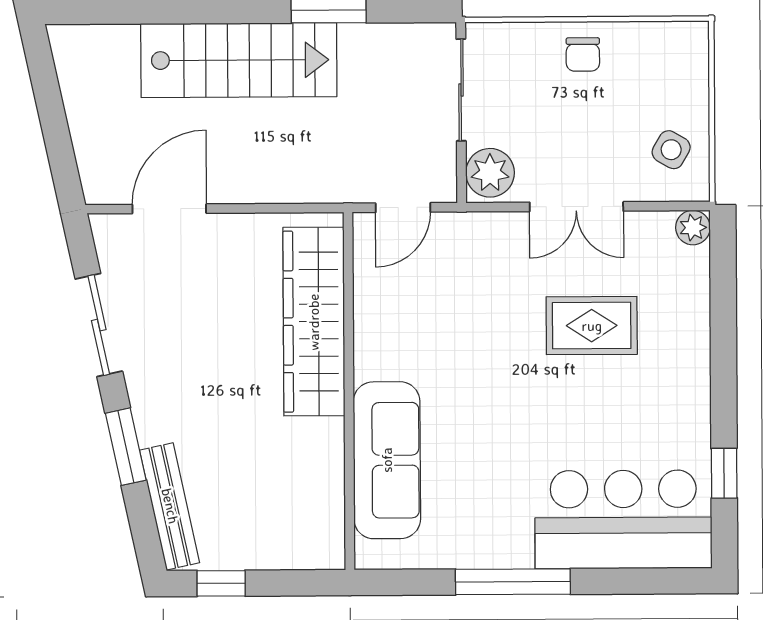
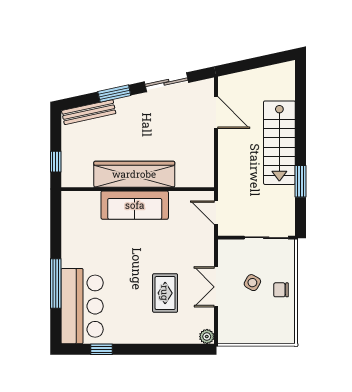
side table: (671, 150) -> (252, 283), moved
plant: (490, 173) -> (231, 250), removed
wardrobe: (314, 322) -> (134, 174), moved
sofa: (387, 460) -> (135, 205), moved
window: (513, 582) -> (56, 283), moved
window: (221, 583) -> (56, 162), moved

